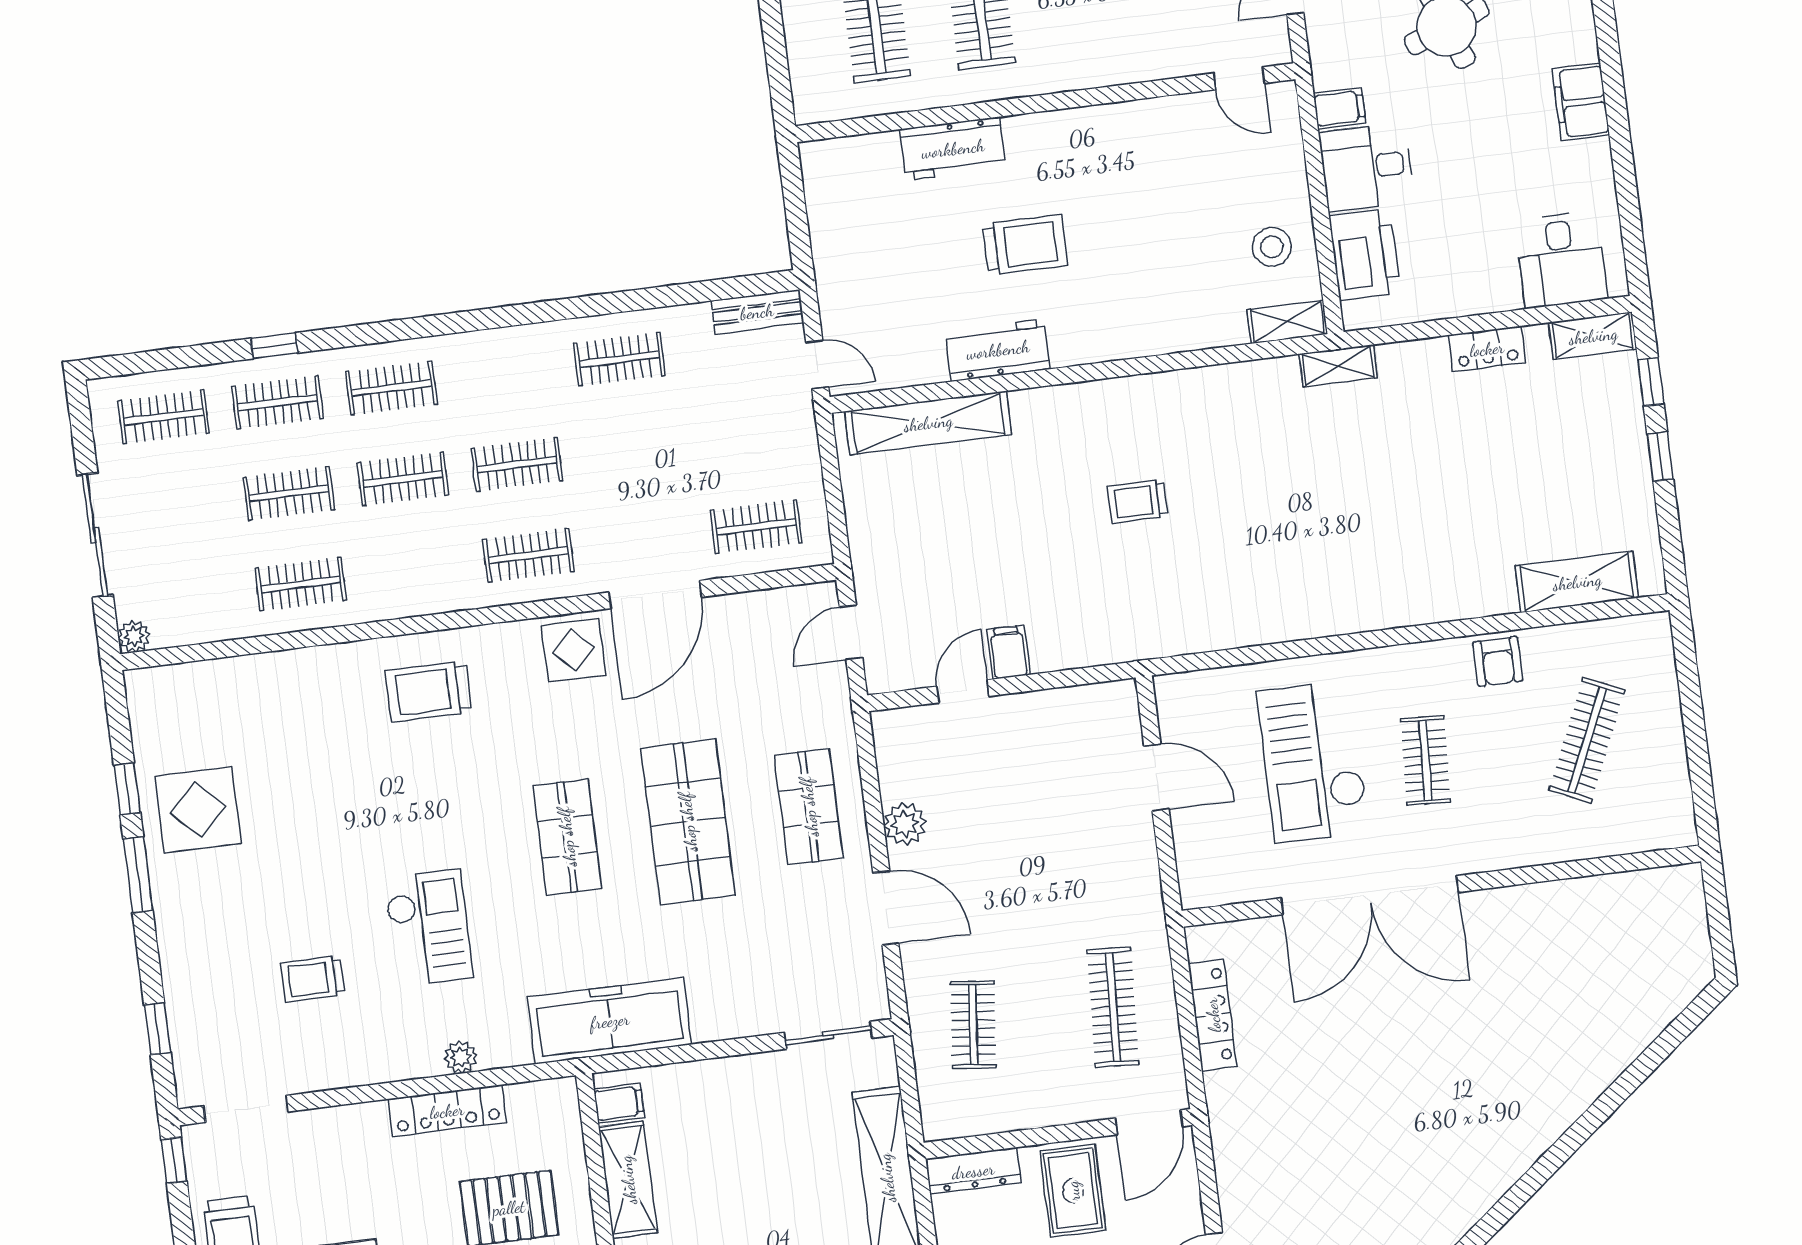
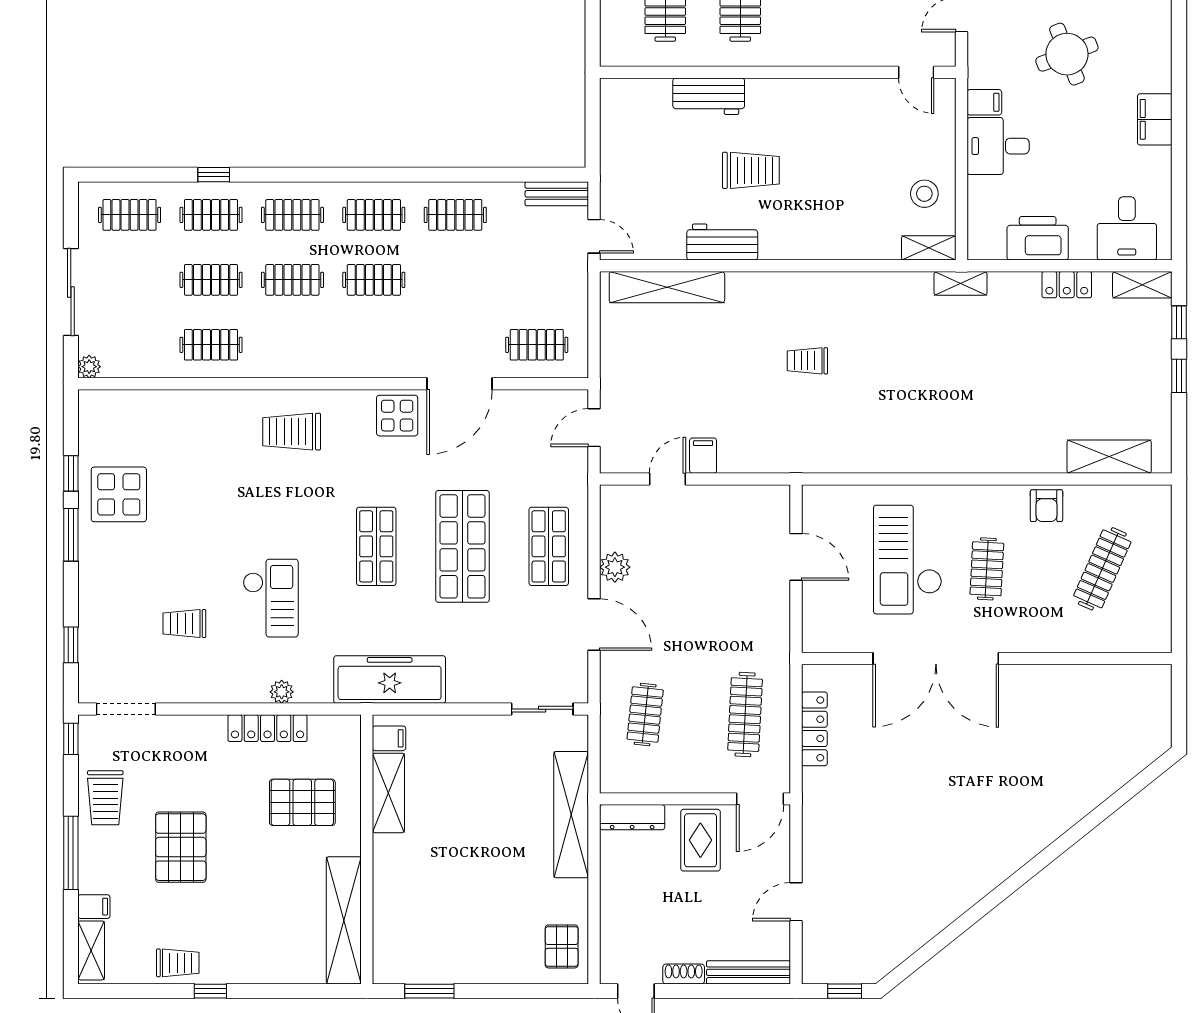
printer: (1365, 255) -> (1038, 238), moved, turned -90
clothes rail: (528, 555) -> (374, 215), moved

